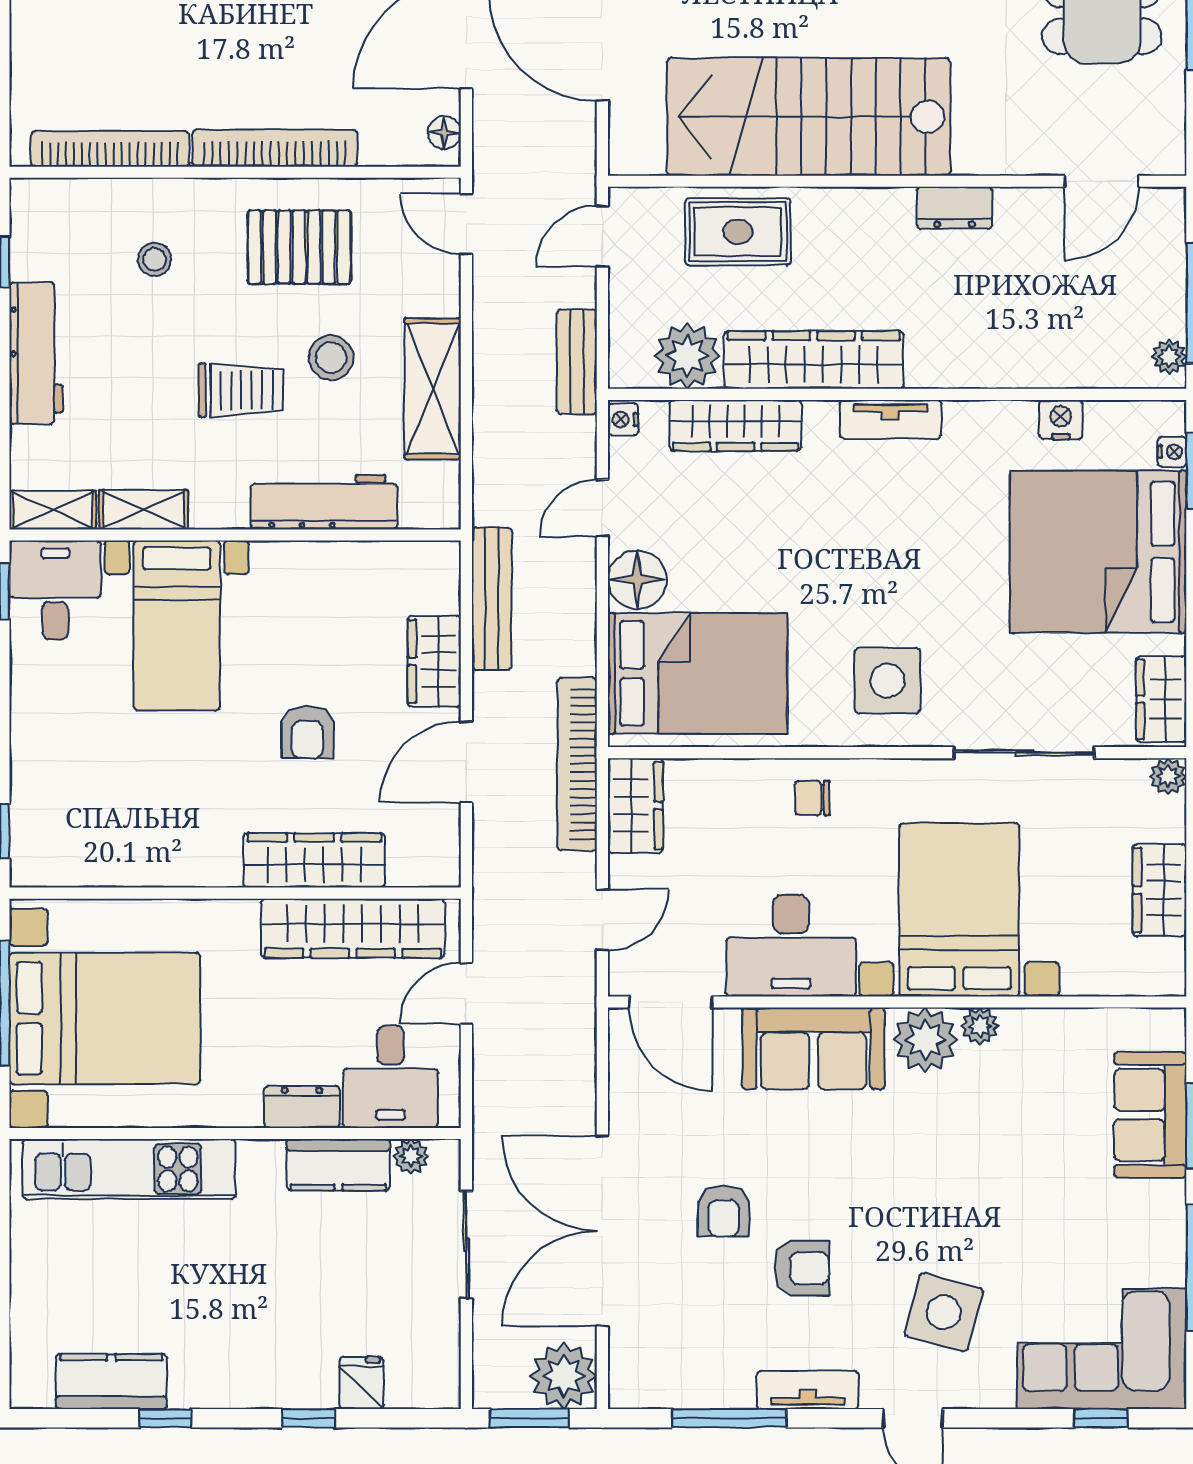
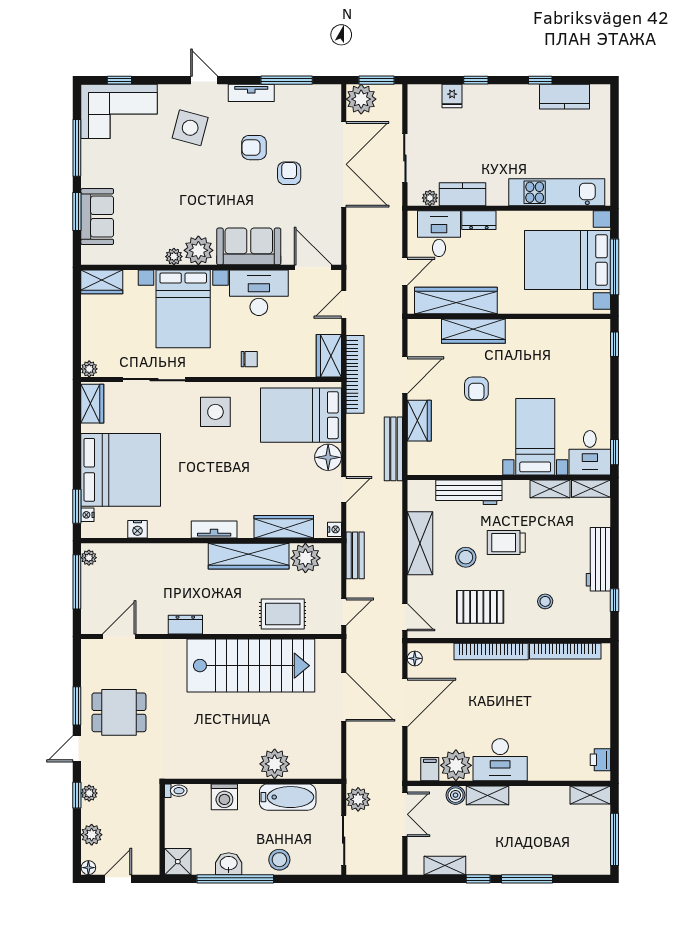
armchair: (307, 732) -> (476, 389), turned 180
wardrobe: (1160, 890) -> (102, 282), moved, turned 90

